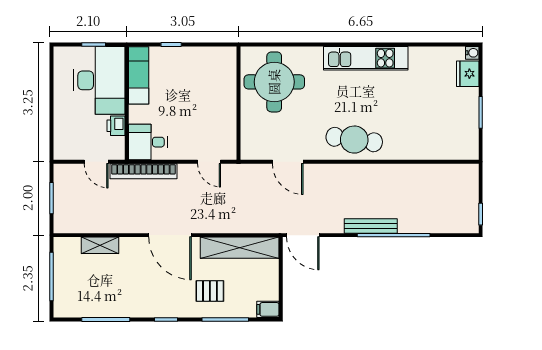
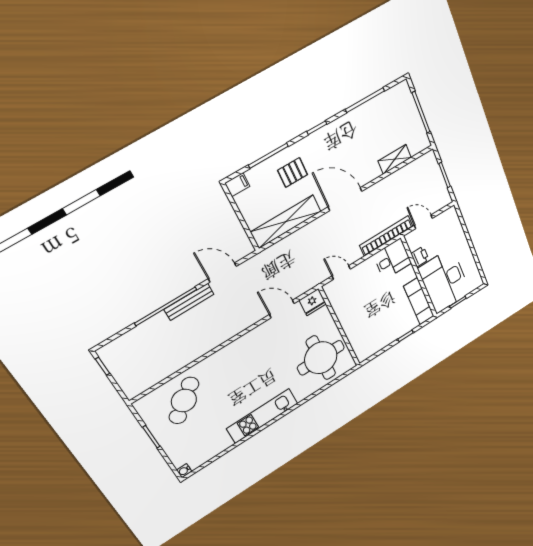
fridge: (468, 74) -> (313, 302), moved, turned 90
cafe table: (354, 140) -> (184, 401), moved, turned -49
door: (303, 235) -> (222, 273), moved

